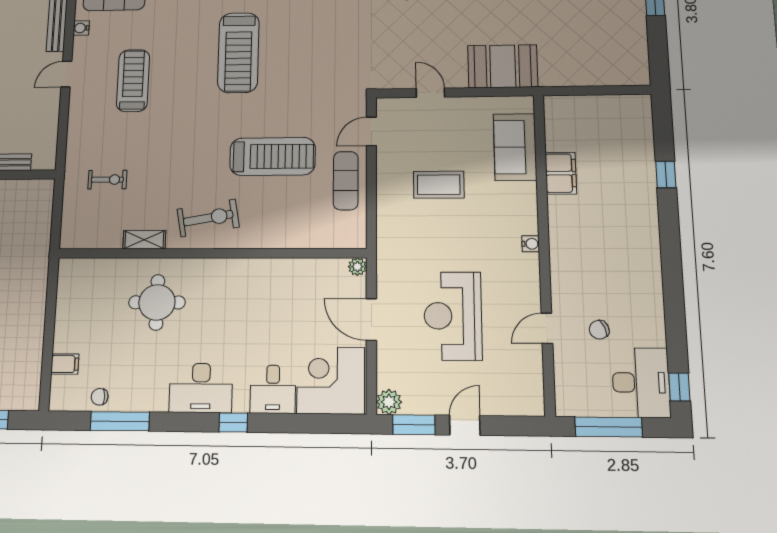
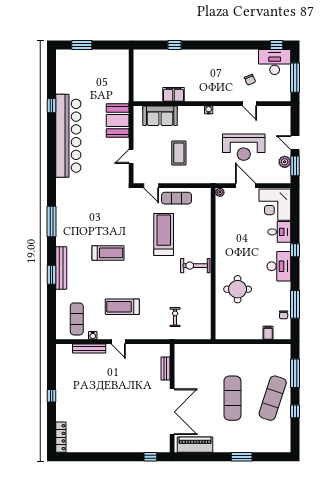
treadmill: (238, 53) -> (108, 253), width x0.73, depth x0.73
exercise bike: (208, 218) -> (195, 266), turned -80
shelving: (144, 240) -> (206, 297), removed
door: (371, 319) -> (246, 186), swing flipped
plant: (389, 402) -> (285, 162), moved

